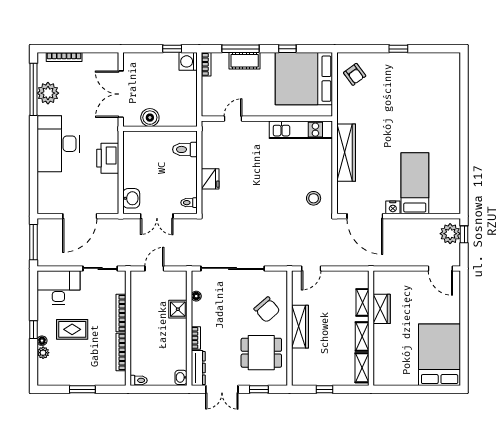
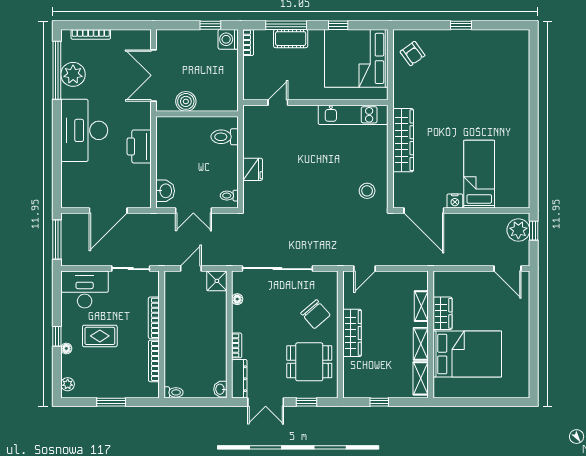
shower: (178, 309) -> (217, 281), moved
plant: (43, 353) -> (68, 384), moved
bed: (440, 355) -> (467, 354), moved, turned 90

